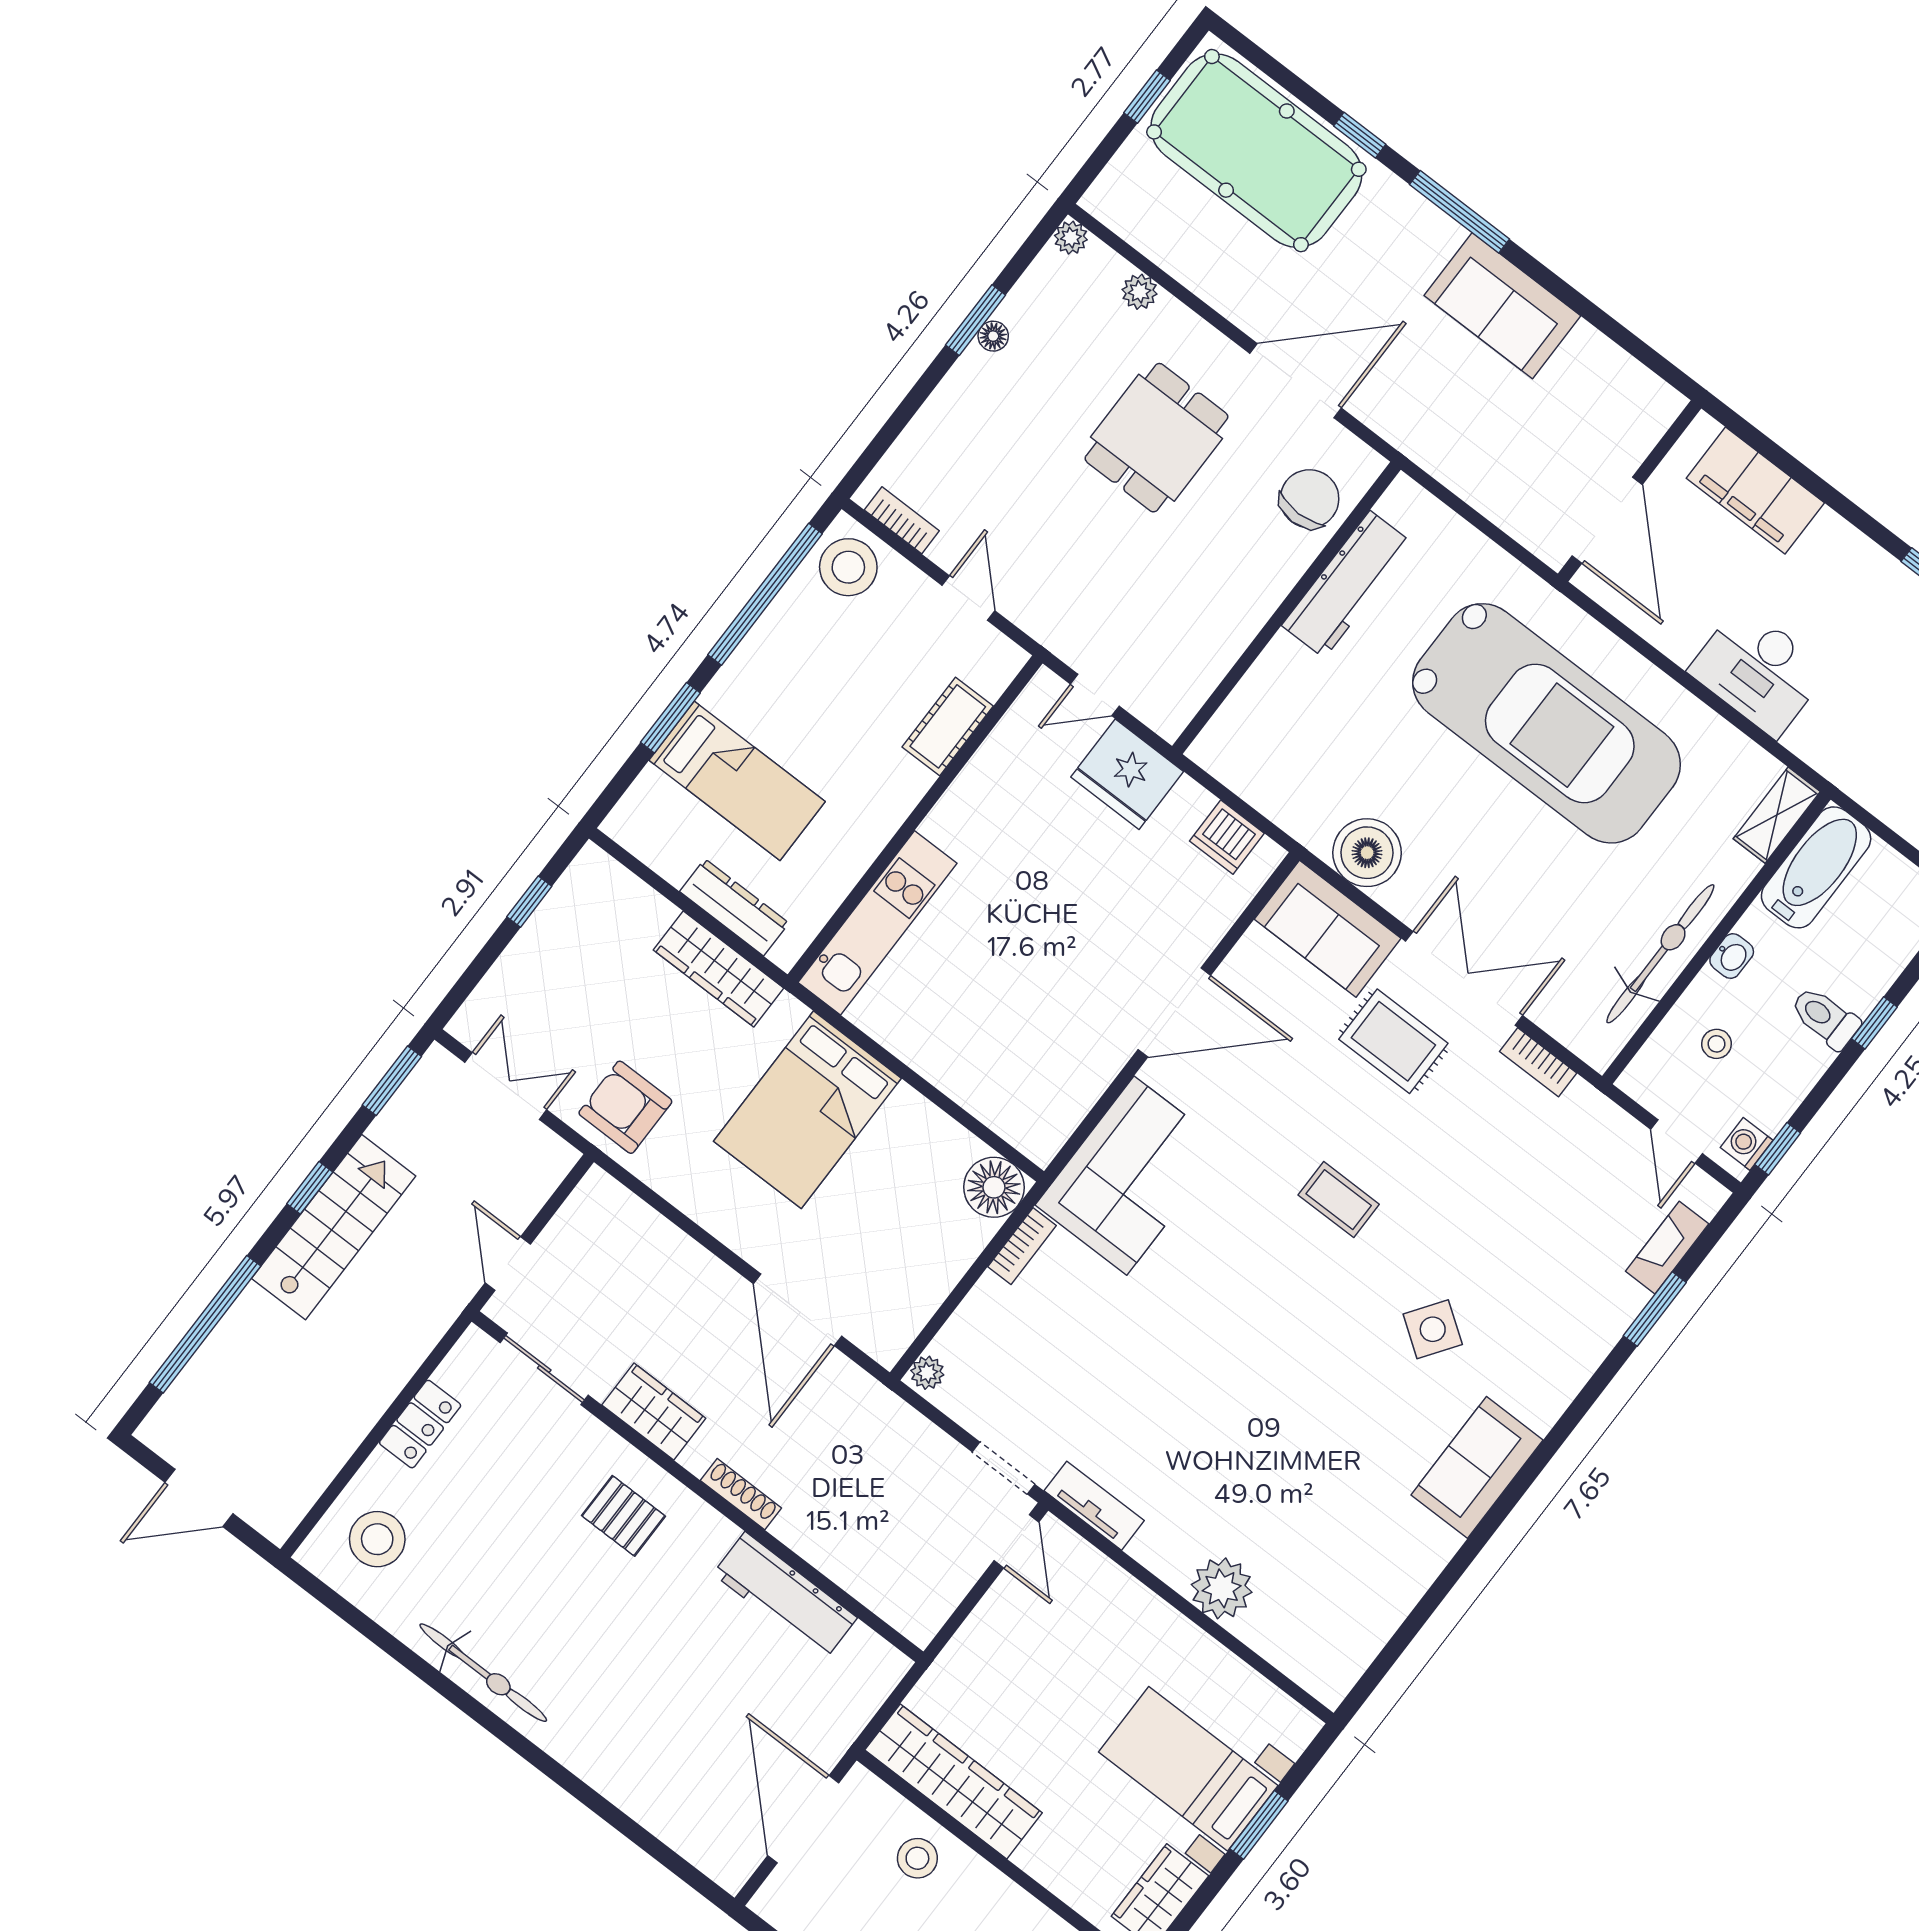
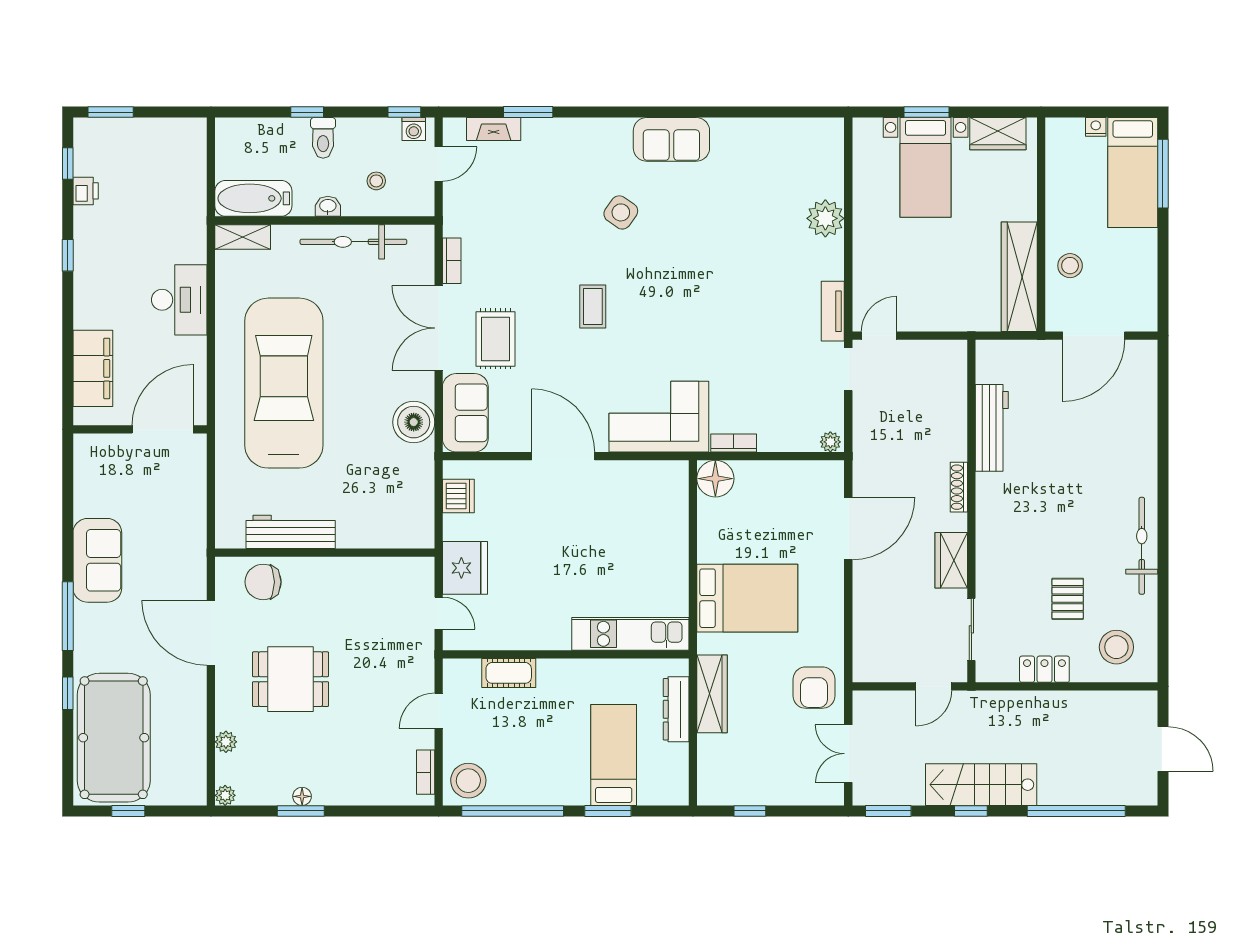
pallet: (623, 1516) -> (1068, 599), moved

